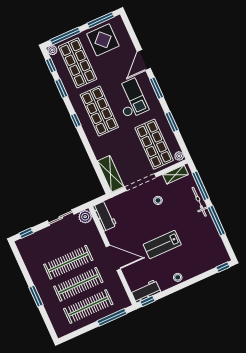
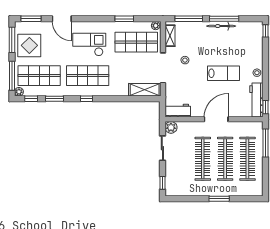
window: (157, 88) -> (31, 19), moved
bicycle: (199, 202) -> (221, 26), moved
lab bench: (162, 245) -> (224, 73), turned -90
workbench: (146, 291) -> (256, 100), width x1.37

